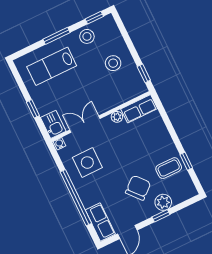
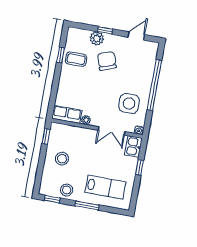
chair: (138, 188) -> (107, 61), turned 112
row of seats: (100, 222) -> (150, 56), removed

